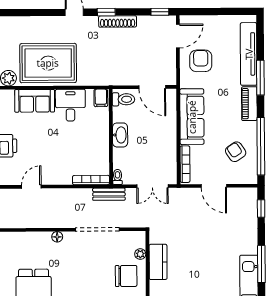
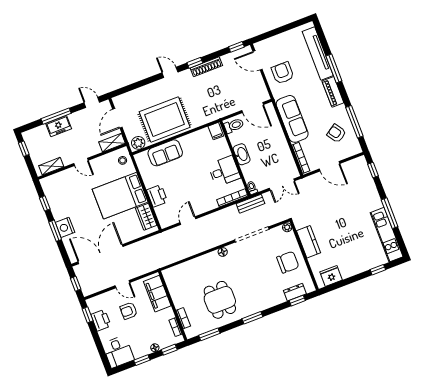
door: (178, 36) -> (258, 60), swing flipped
desk: (70, 105) -> (224, 171), moved, turned 90
window: (261, 146) -> (354, 122), width x0.68
plant: (140, 254) -> (287, 227), moved

